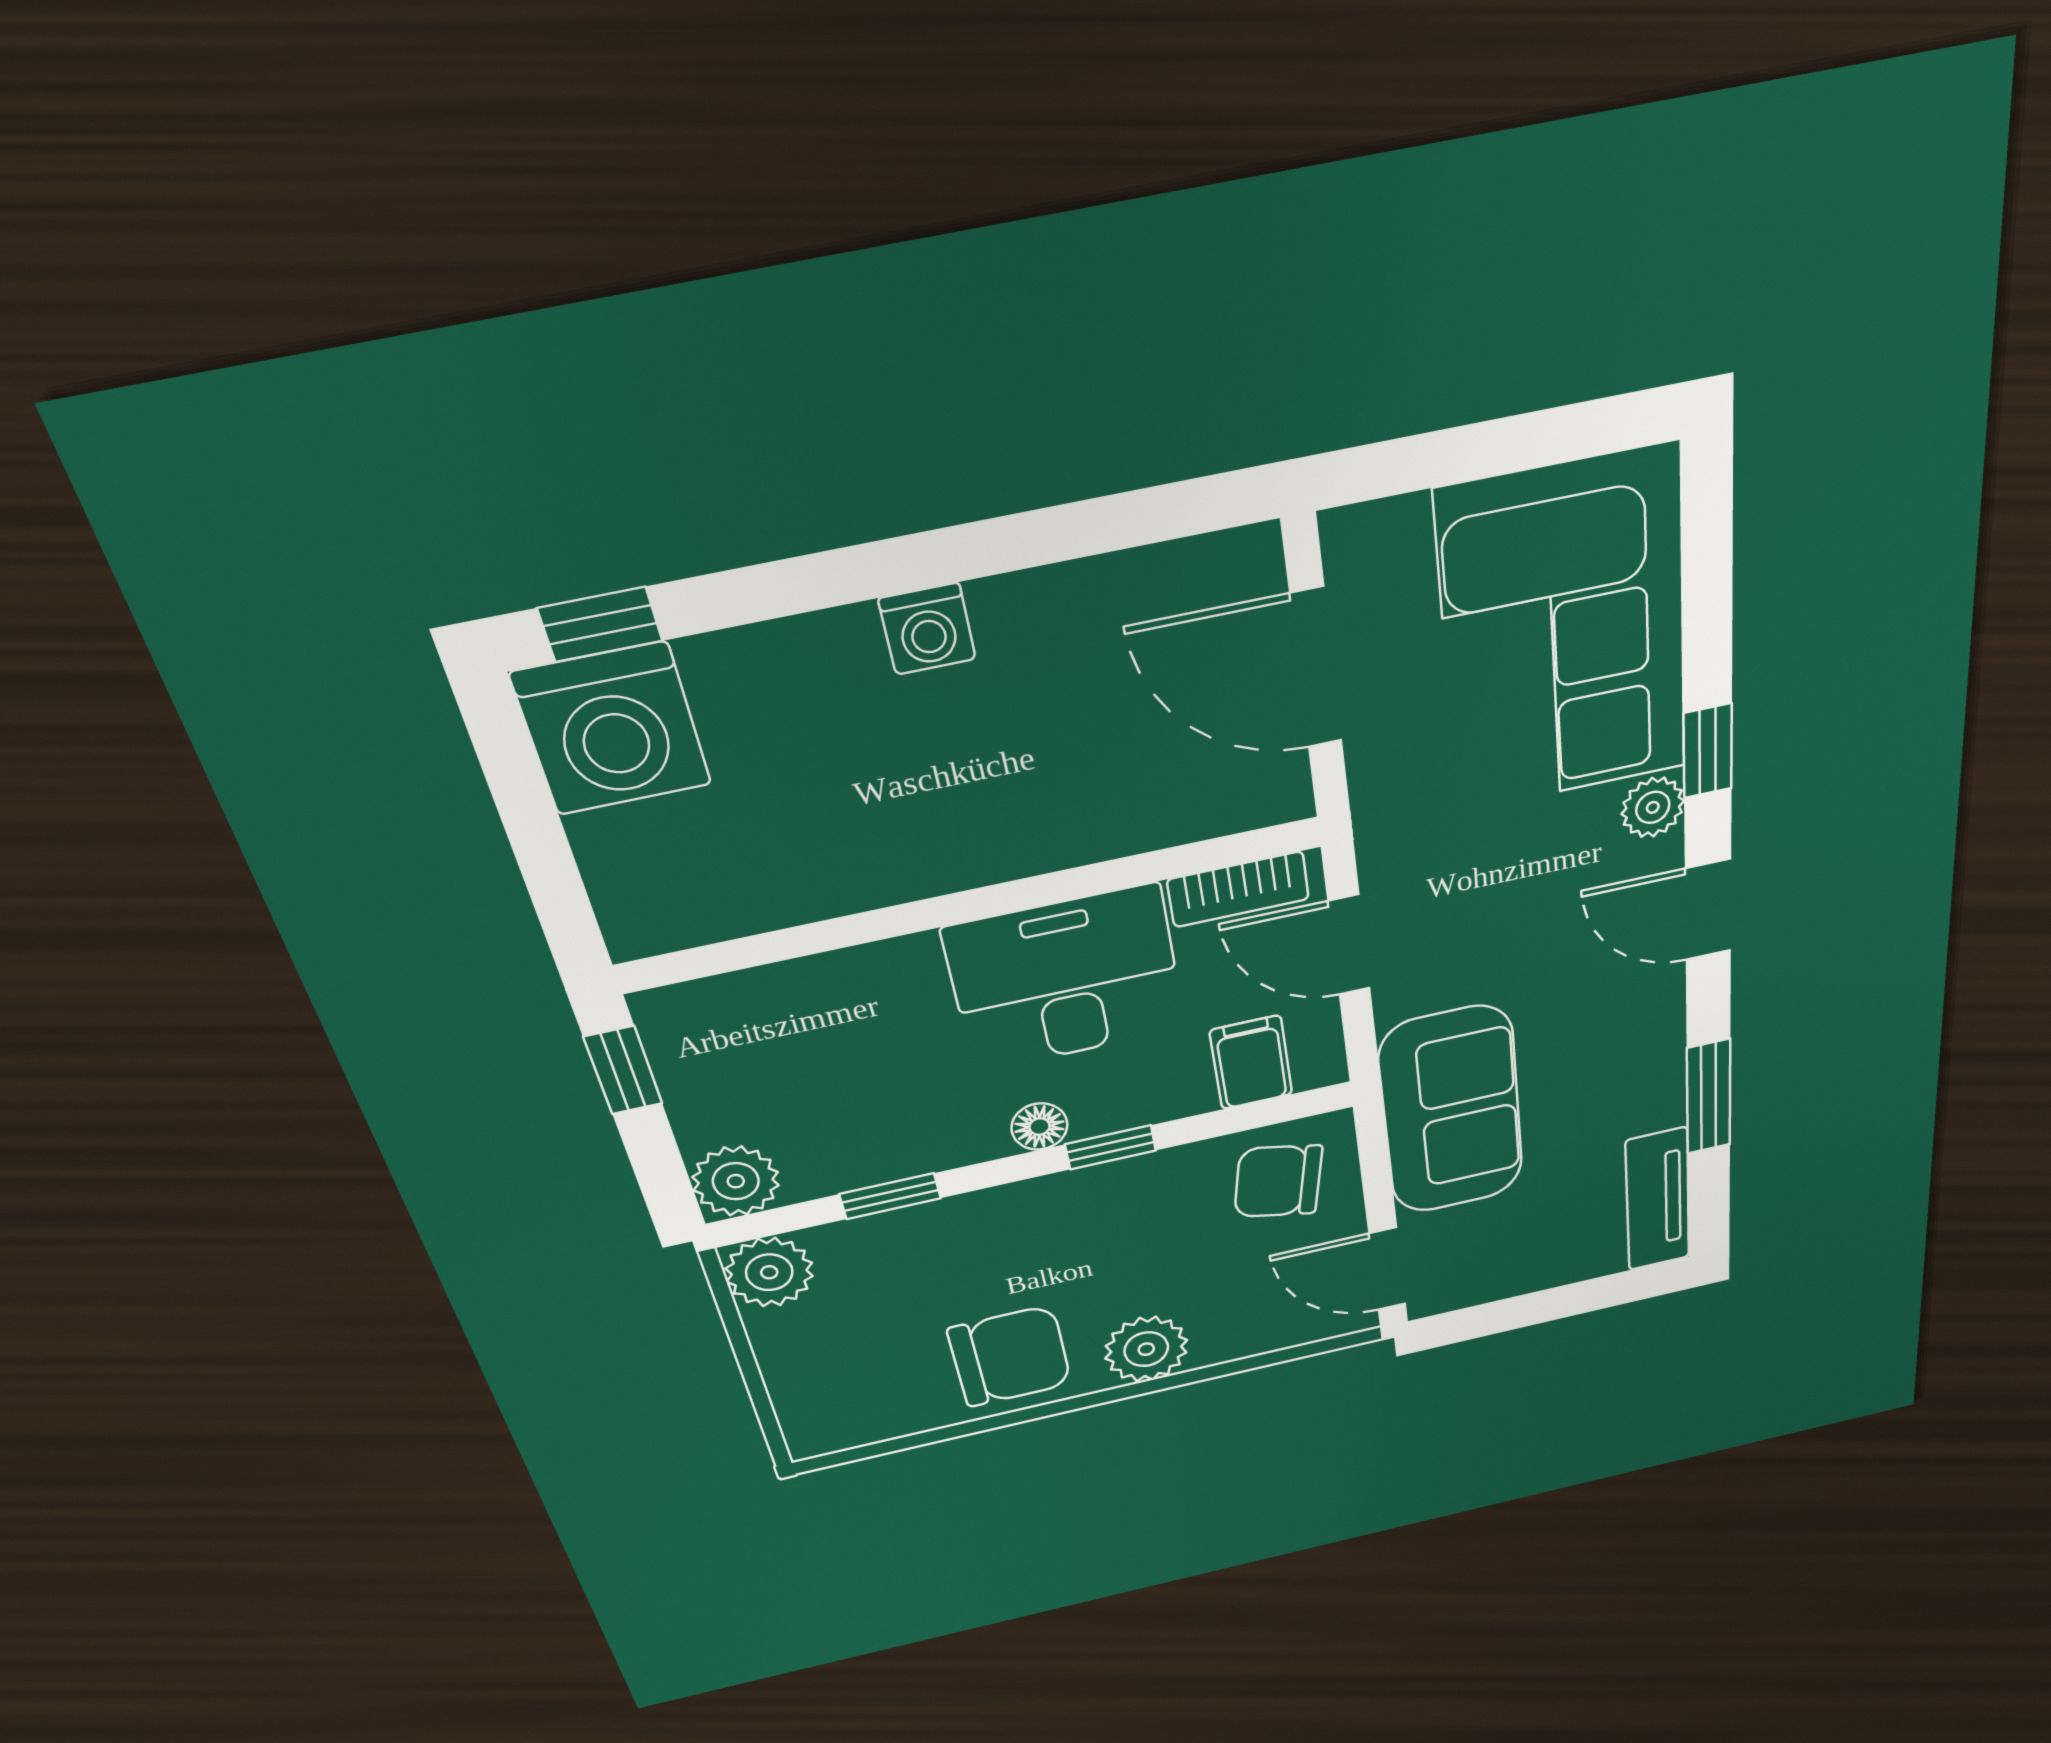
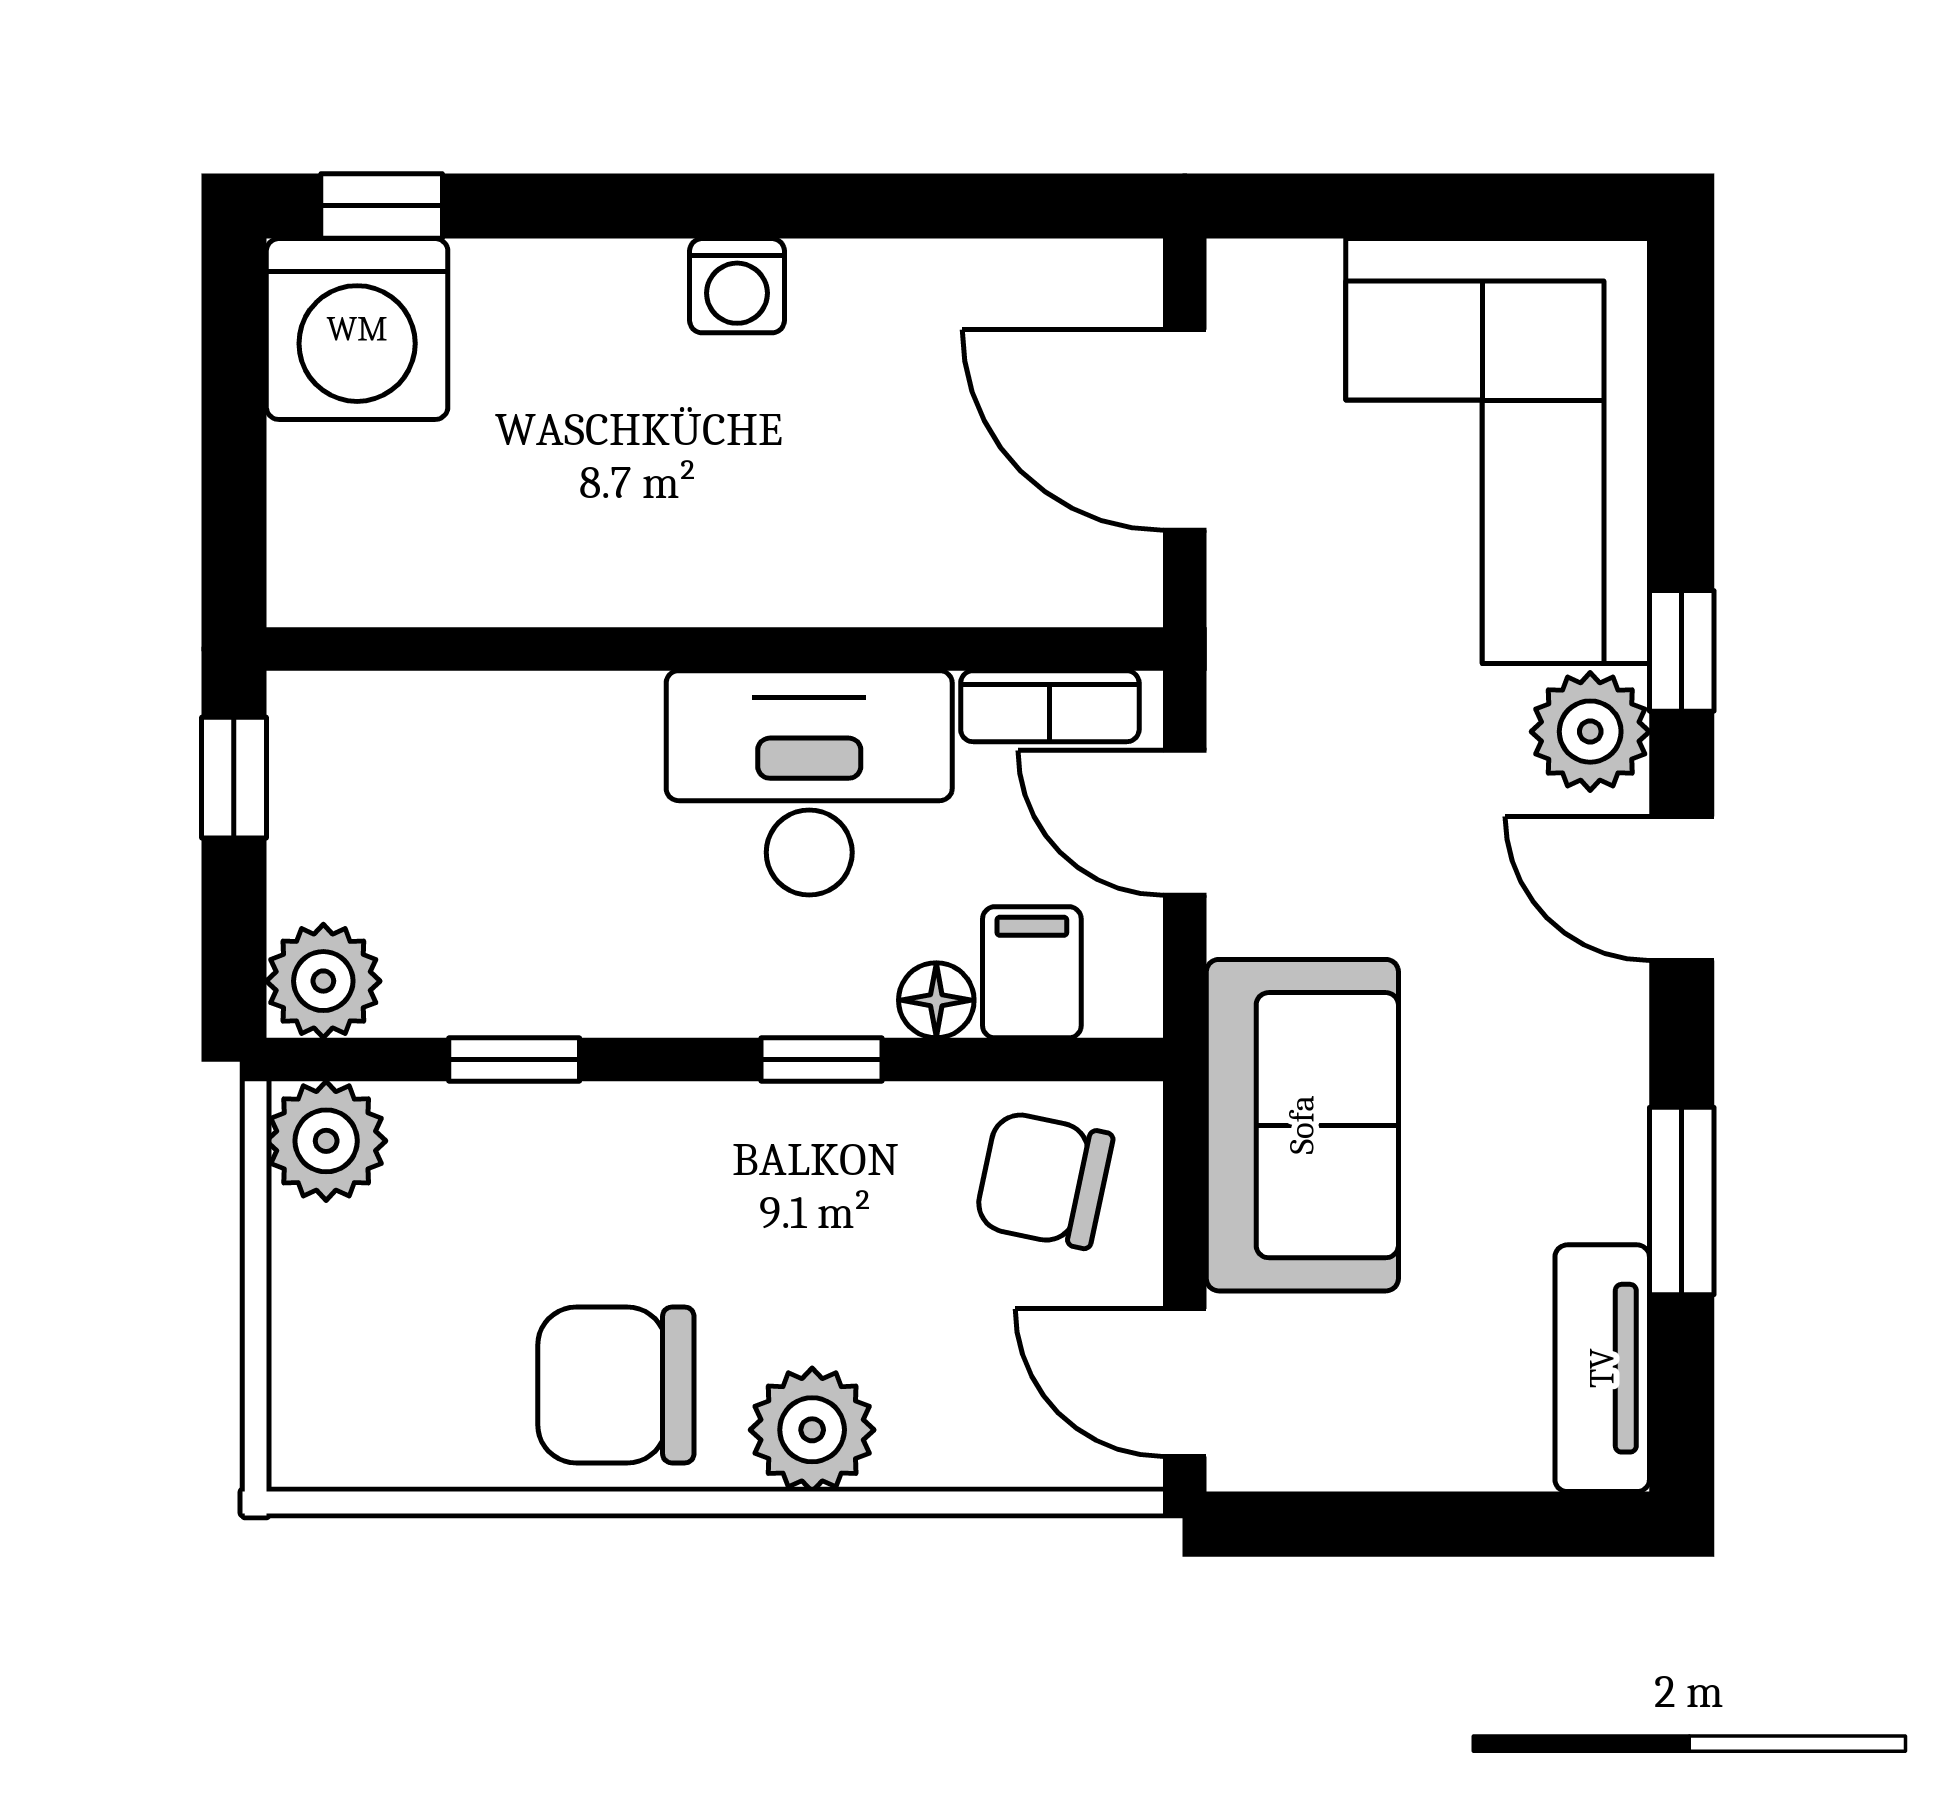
plant: (1653, 807) -> (1590, 732), width x1.38, depth x1.38
floor lamp: (1039, 1127) -> (936, 1000), moved
chair: (1010, 1356) -> (616, 1385), turned 180

